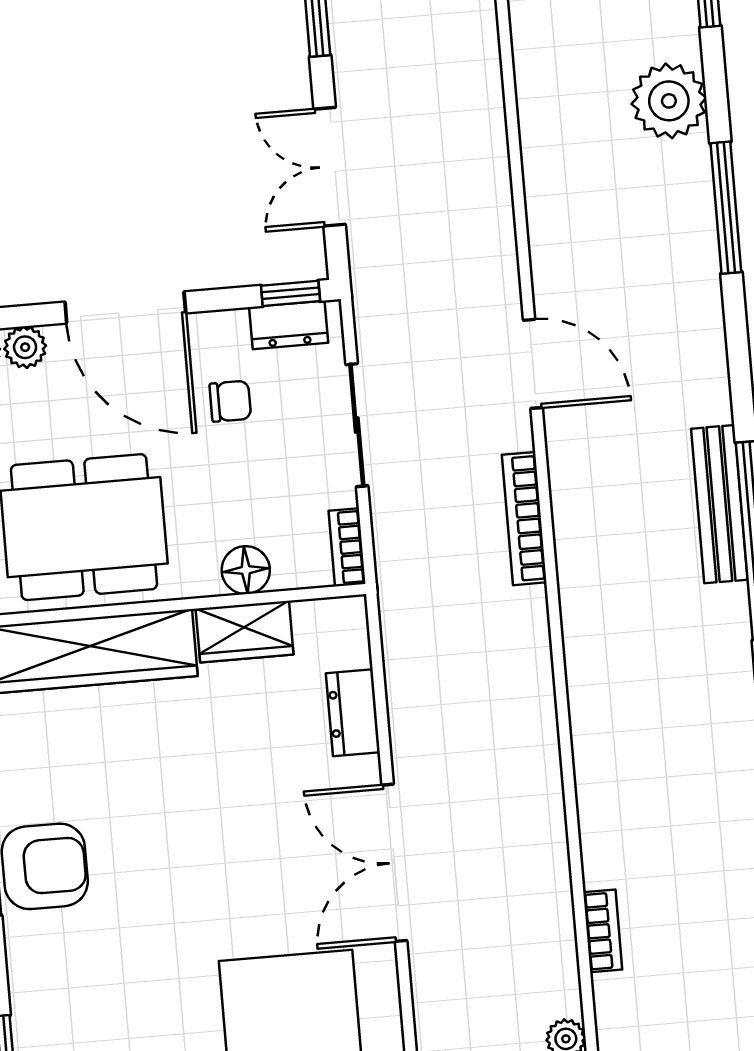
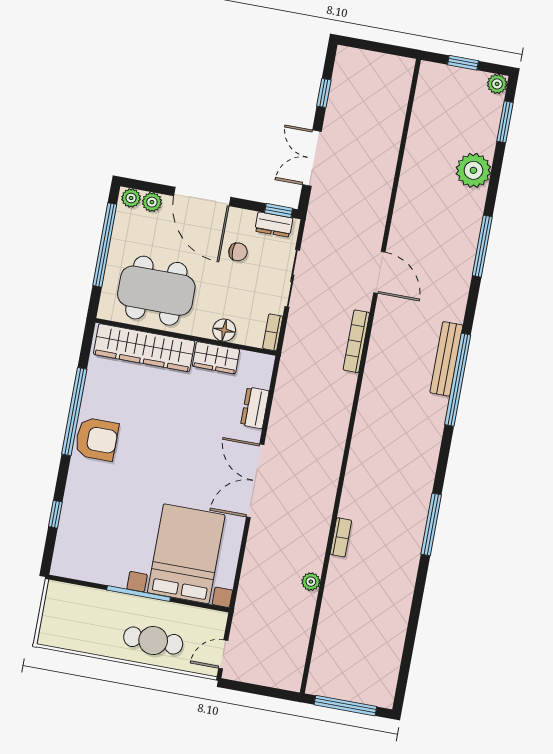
window: (726, 208) -> (482, 246), moved

